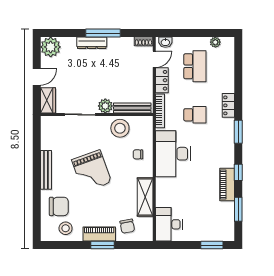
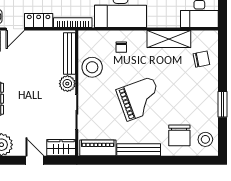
door: (154, 59) -> (15, 29), swing flipped
chair: (59, 206) -> (179, 135), turned 180
stool: (66, 228) -> (205, 139), moved
piano: (99, 234) -> (98, 148), moved, turned 90
window: (102, 245) -> (222, 104), moved

